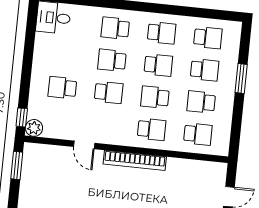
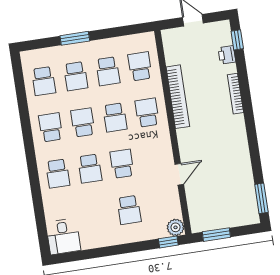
school desk: (208, 38) -> (44, 81), turned 180
school desk: (205, 70) -> (76, 76), turned 180
bookcase: (135, 160) -> (178, 97), moved

